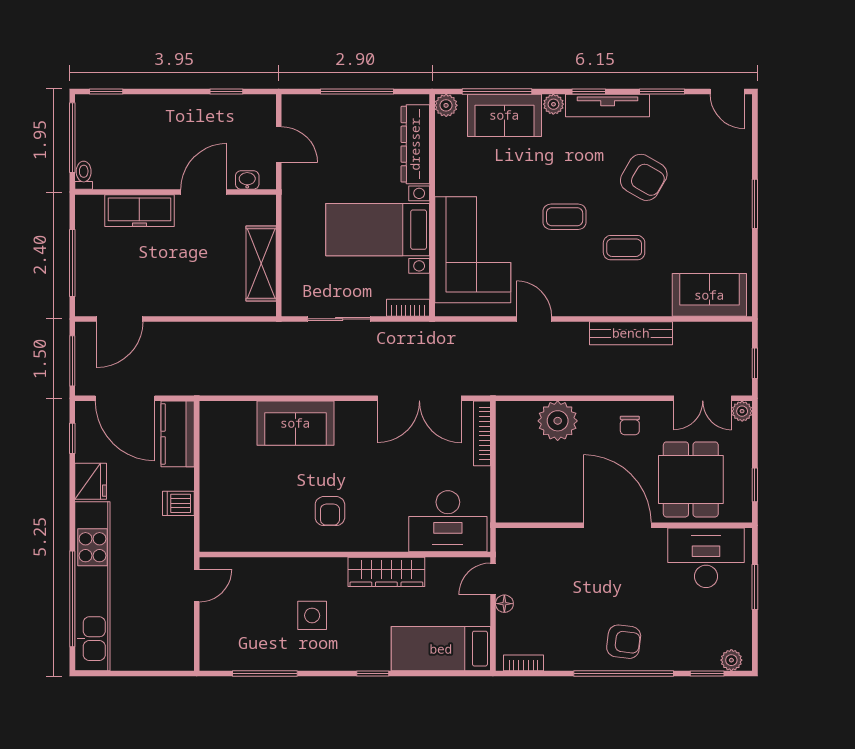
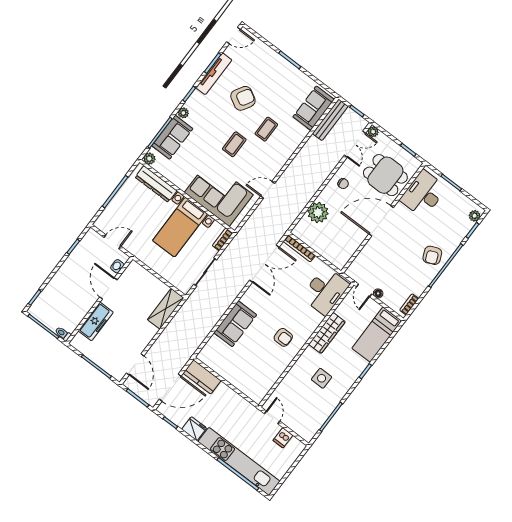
tv unit: (608, 105) -> (214, 74), moved
shelving: (261, 264) -> (166, 309), moved, turned 90
bench: (631, 333) -> (330, 120), moved
dishwasher: (178, 503) -> (283, 438), moved
armchair: (624, 642) -> (432, 255), turned 150

